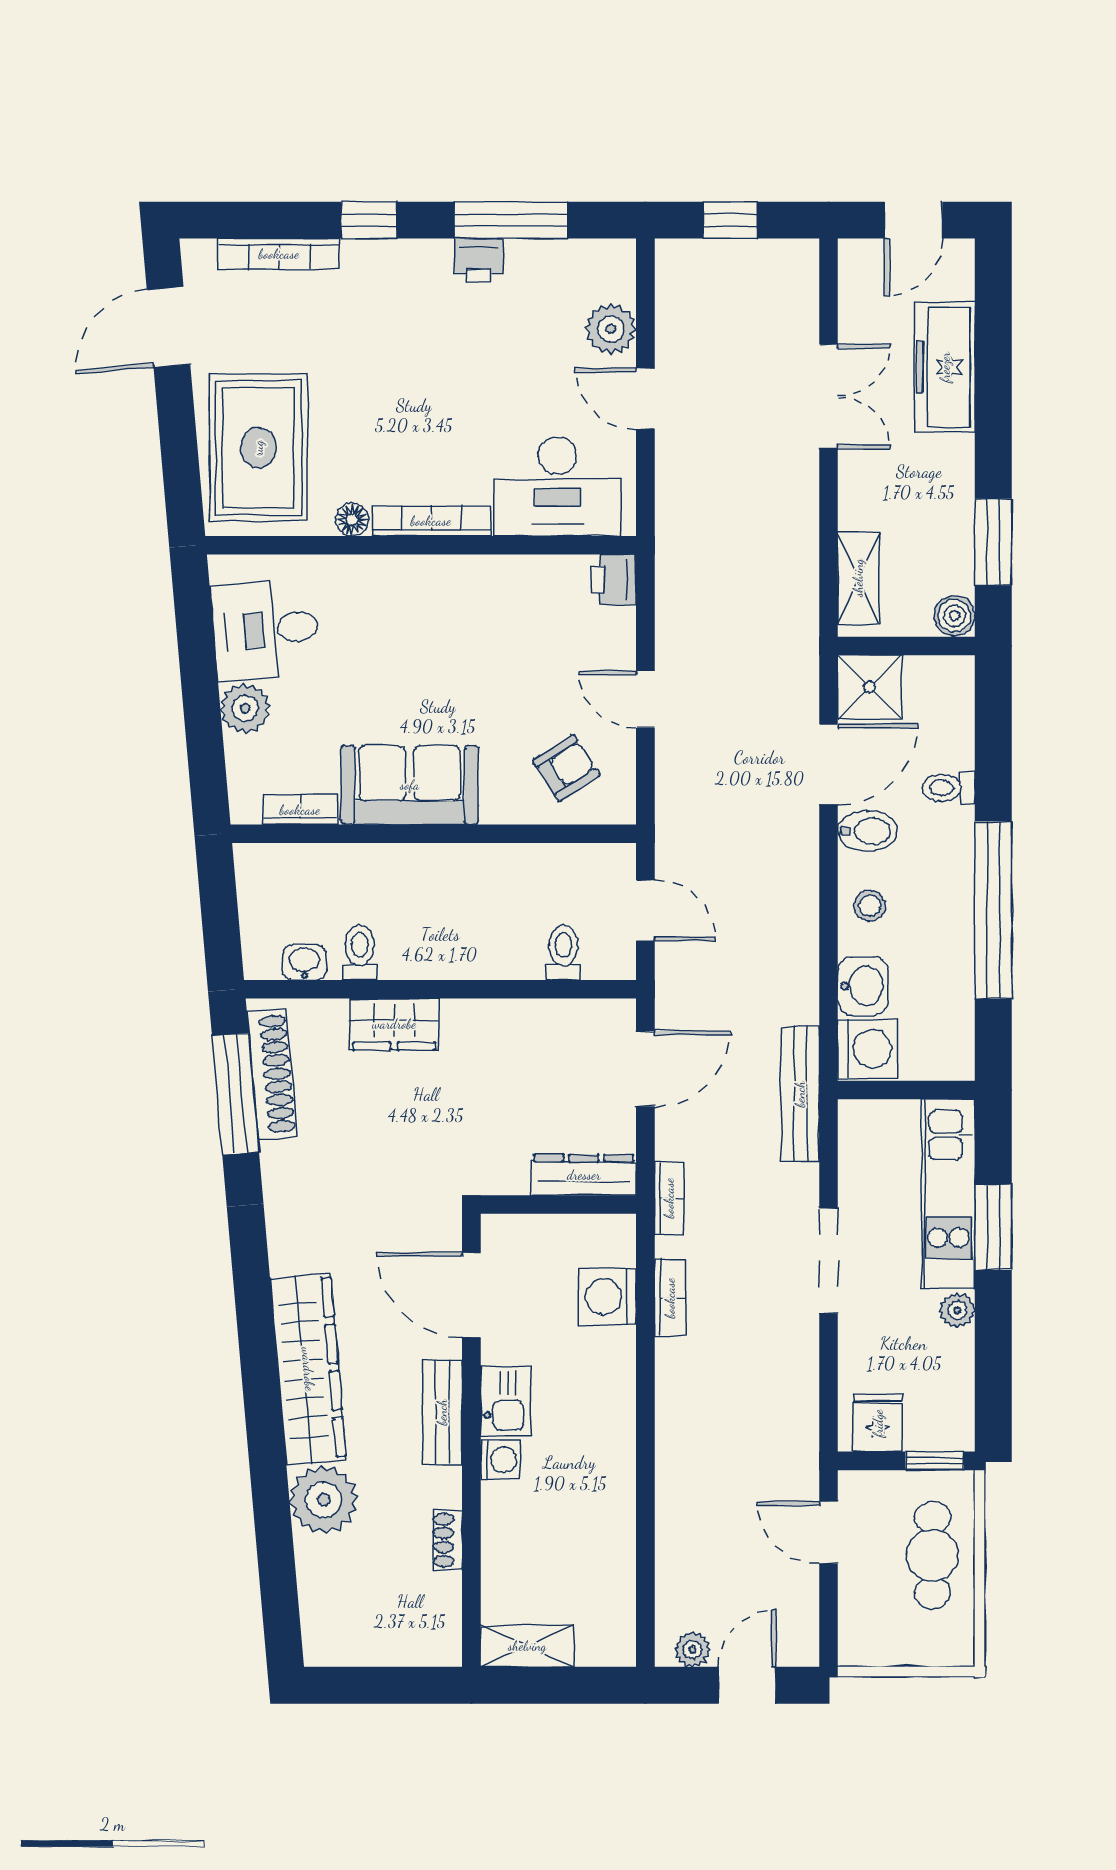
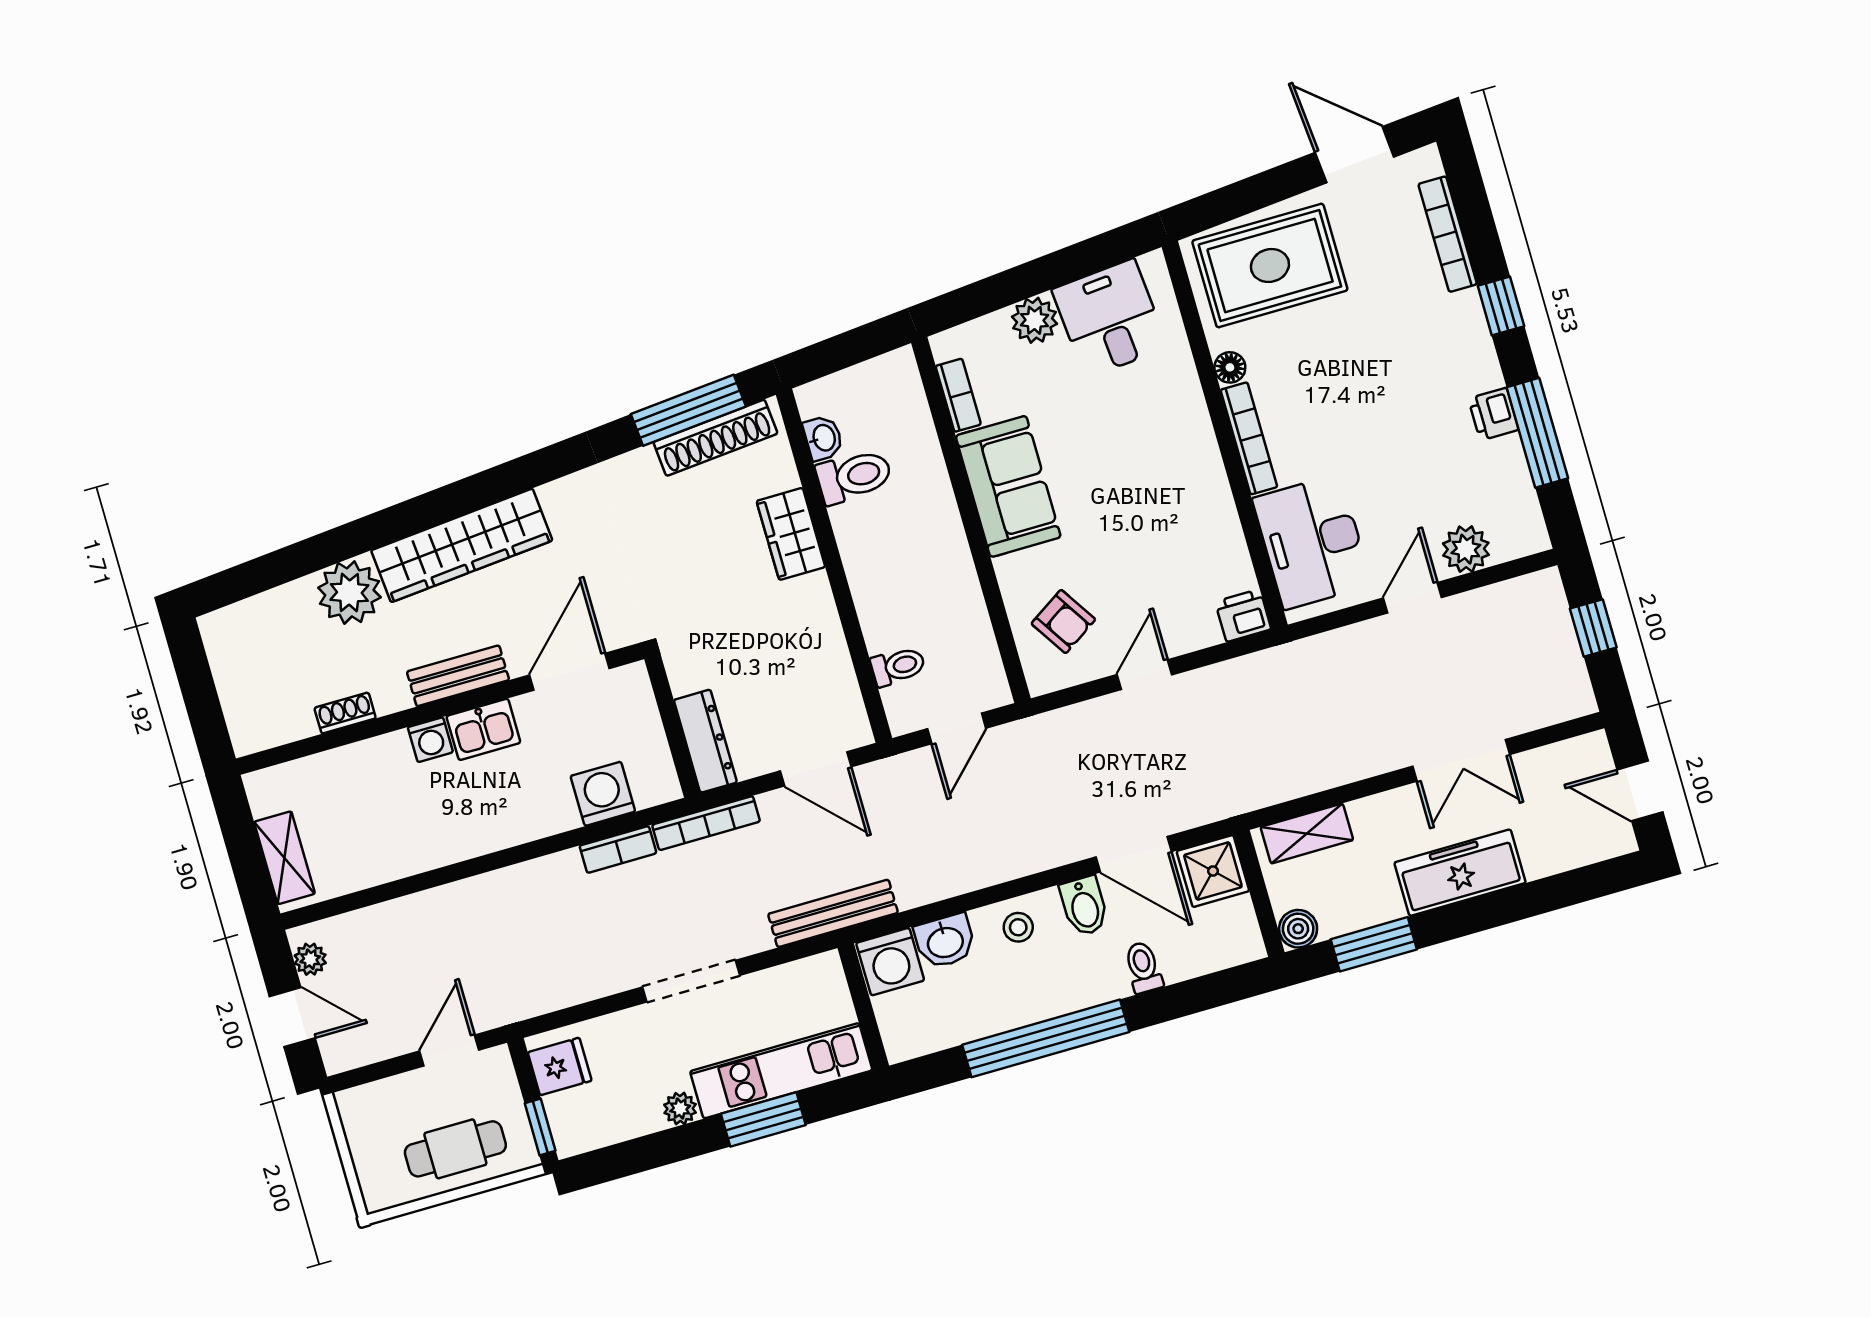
freezer: (945, 367) -> (1460, 873), moved
toilet: (360, 952) -> (854, 476), width x1.37, depth x1.39
bookcase: (669, 1198) -> (706, 823), width x1.56
shelving: (527, 1646) -> (284, 858), moved

